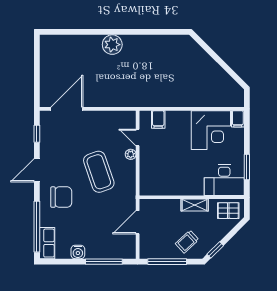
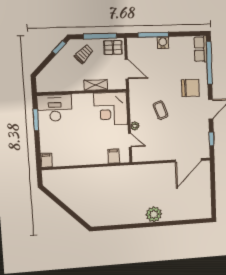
corner desk: (211, 130) -> (111, 109), moved, turned -90
coffee table: (99, 172) -> (161, 110), width x0.54, depth x0.58
chair: (61, 197) -> (190, 88), turned 180
shelving: (195, 205) -> (96, 85), moved
pallet: (228, 211) -> (113, 47), moved
door: (138, 222) -> (127, 69), hinge flipped
water cooler: (78, 252) -> (163, 43), moved

